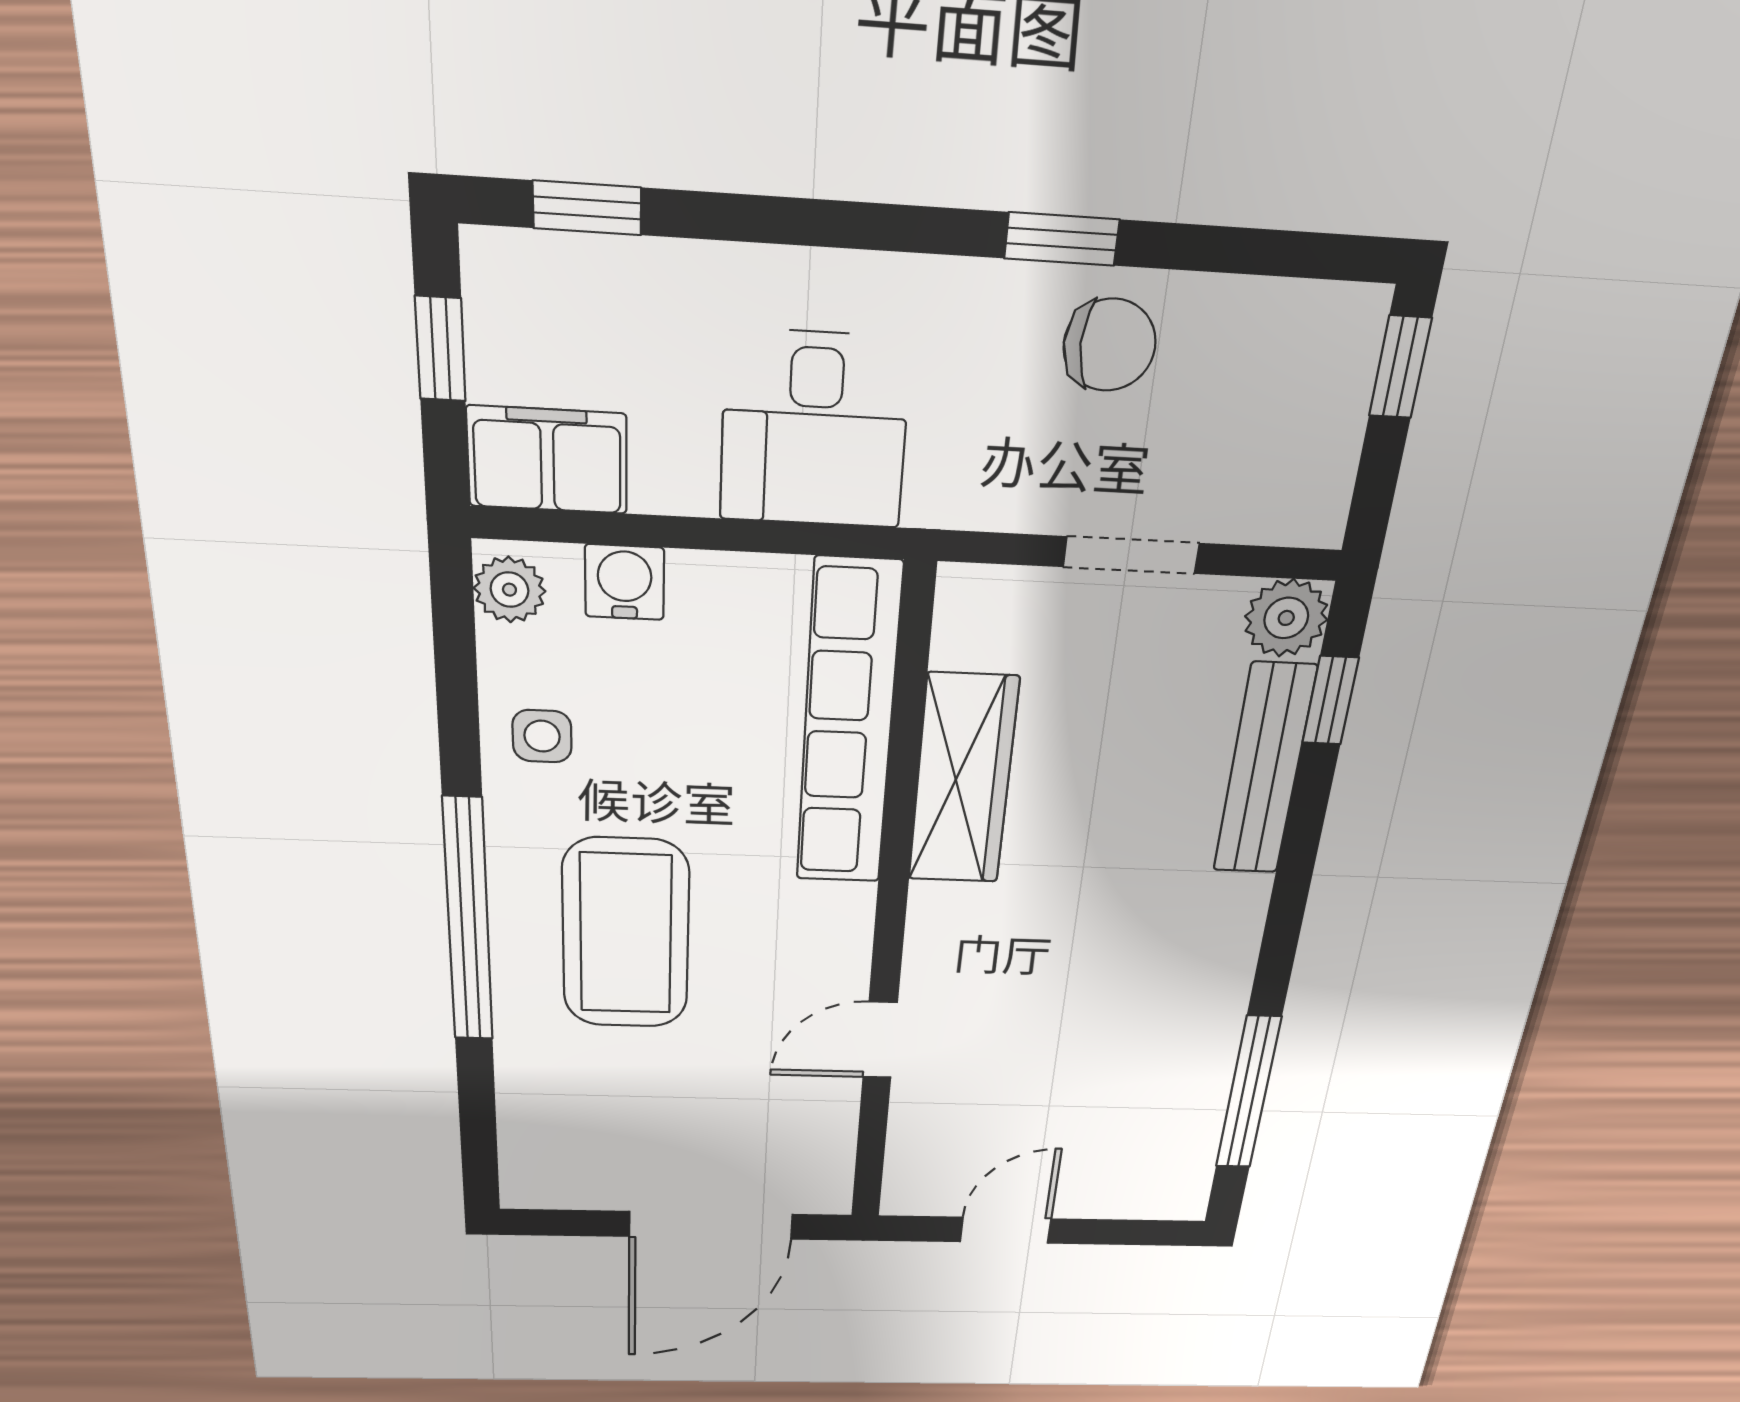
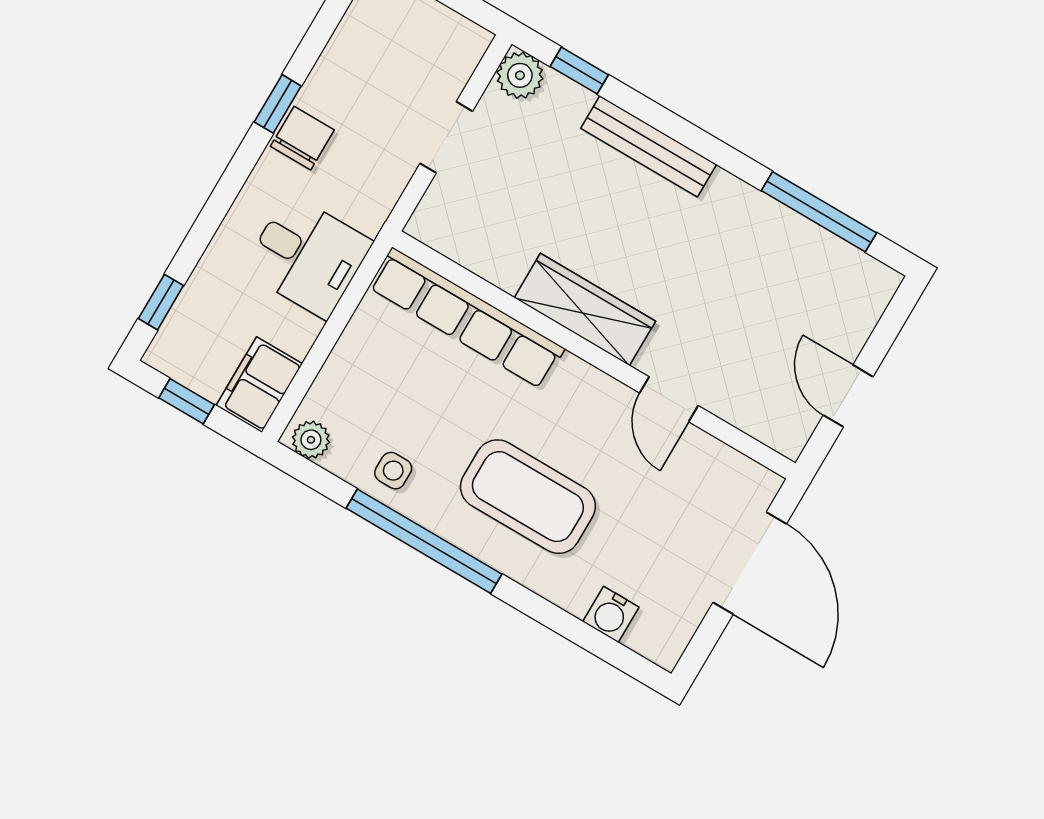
chair: (1110, 345) -> (302, 138), moved
water cooler: (625, 582) -> (611, 614), moved, turned -90
bench: (1264, 770) -> (649, 146), moved
wardrobe: (963, 780) -> (585, 309), moved
window: (468, 922) -> (424, 541), moved

